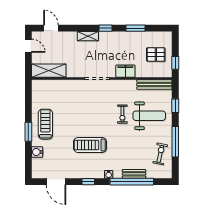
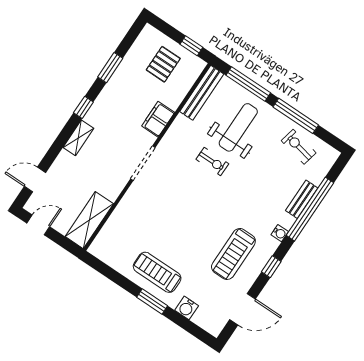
window: (175, 106) -> (248, 84), width x2.17
treadmill: (90, 145) -> (233, 254), moved

